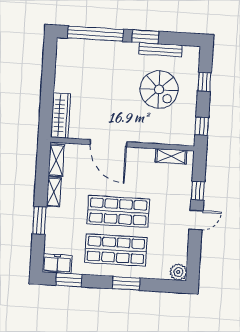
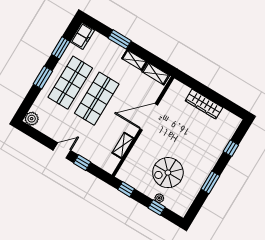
window: (96, 34) -> (231, 148), width x0.32
bench: (160, 50) -> (196, 188), removed
plant: (192, 84) -> (159, 198), added
wardrobe: (61, 116) -> (204, 104), moved
shelving: (171, 156) -> (123, 145), moved
door: (196, 220) -> (62, 150), swing flipped
window: (69, 280) -> (61, 48), moved

